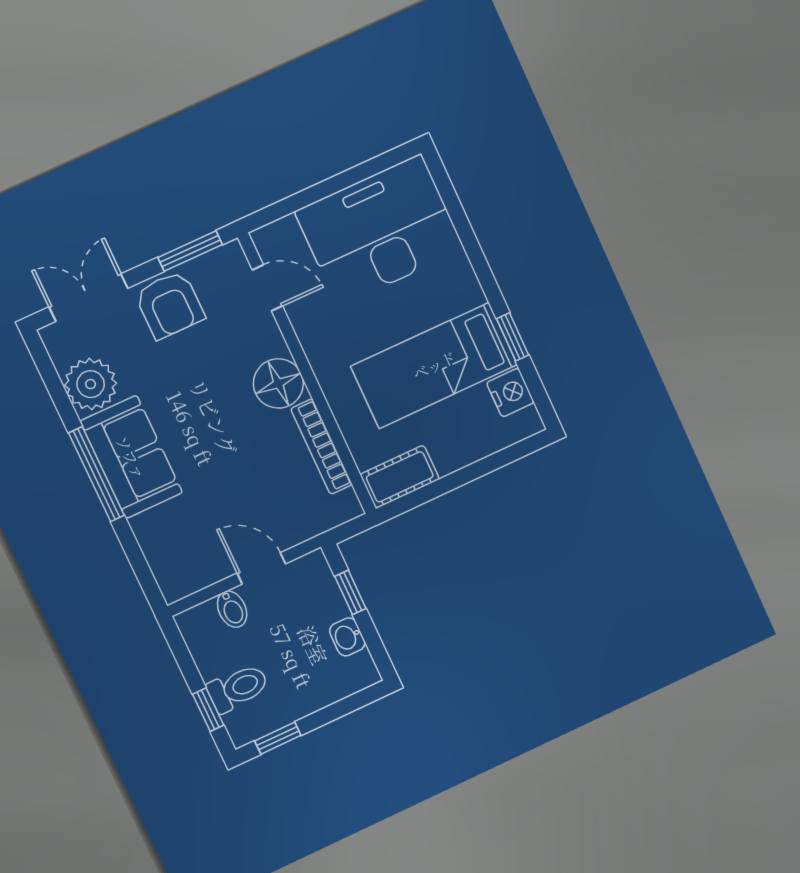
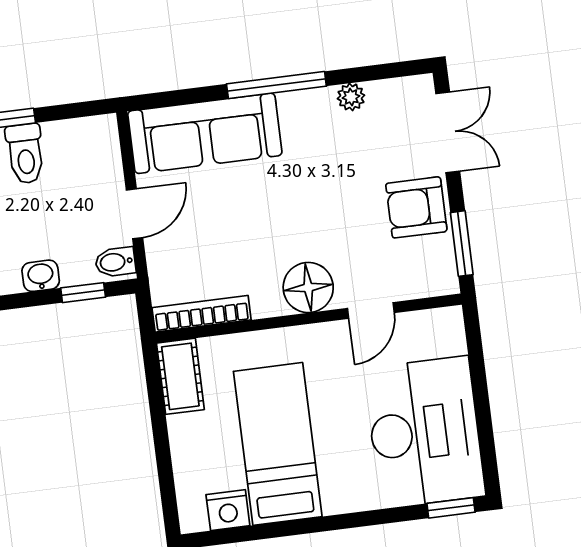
door: (267, 288) -> (371, 310), moved
window: (513, 337) -> (451, 508), moved
plant: (91, 384) -> (351, 97), width x0.53, depth x0.53
bookcase: (321, 447) -> (202, 314), moved
sofa: (131, 457) -> (205, 133), moved, width x1.36
bidet: (232, 609) -> (115, 262), moved

